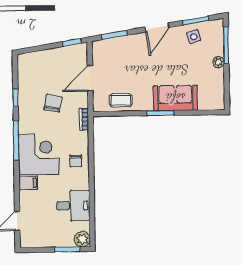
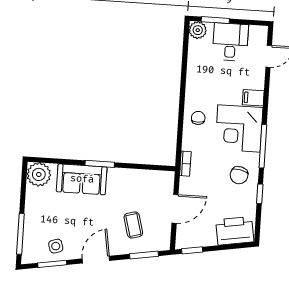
plant: (218, 62) -> (39, 174), moved, width x1.88, depth x1.88
printer: (35, 63) -> (235, 231), added
coffee table: (121, 100) -> (133, 225), moved, turned 75
chair: (53, 103) -> (239, 175), moved
desk: (73, 206) -> (230, 42), moved, turned 90

